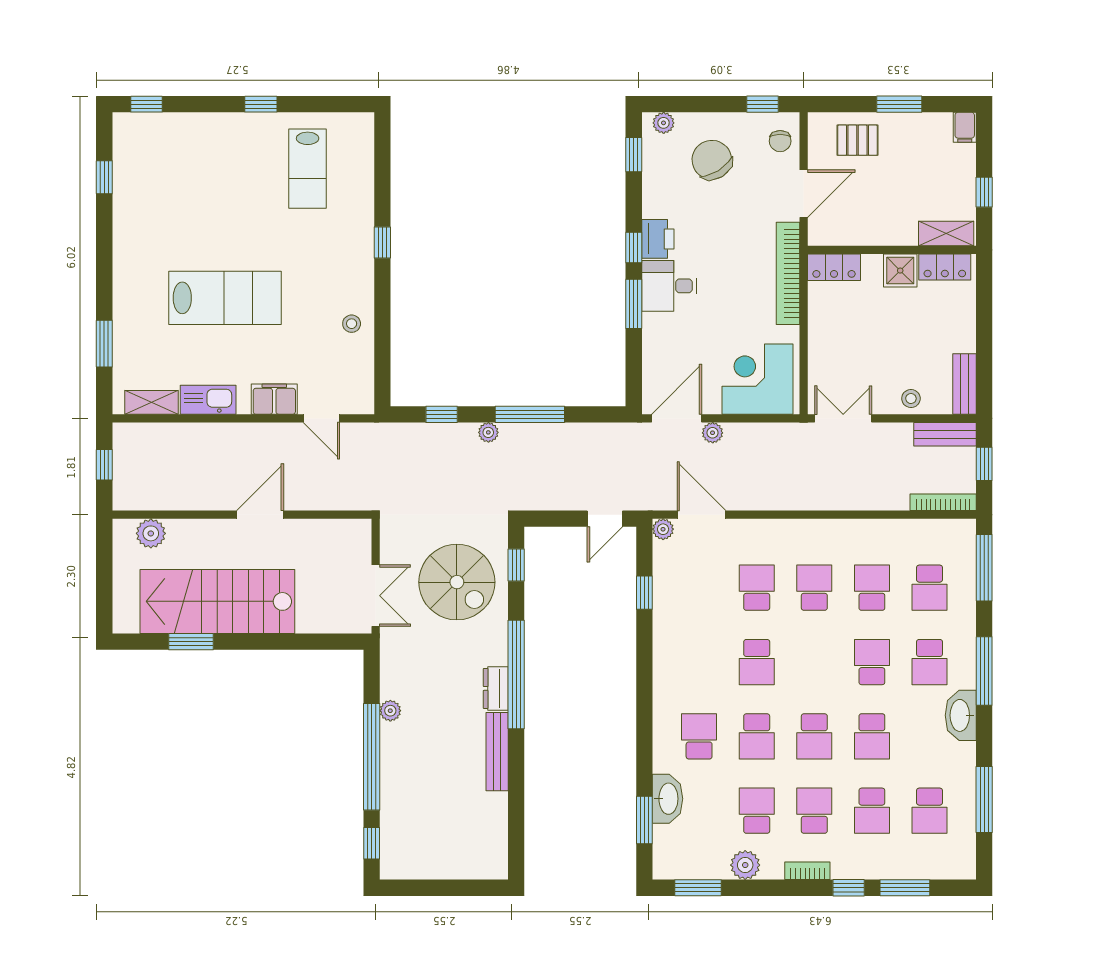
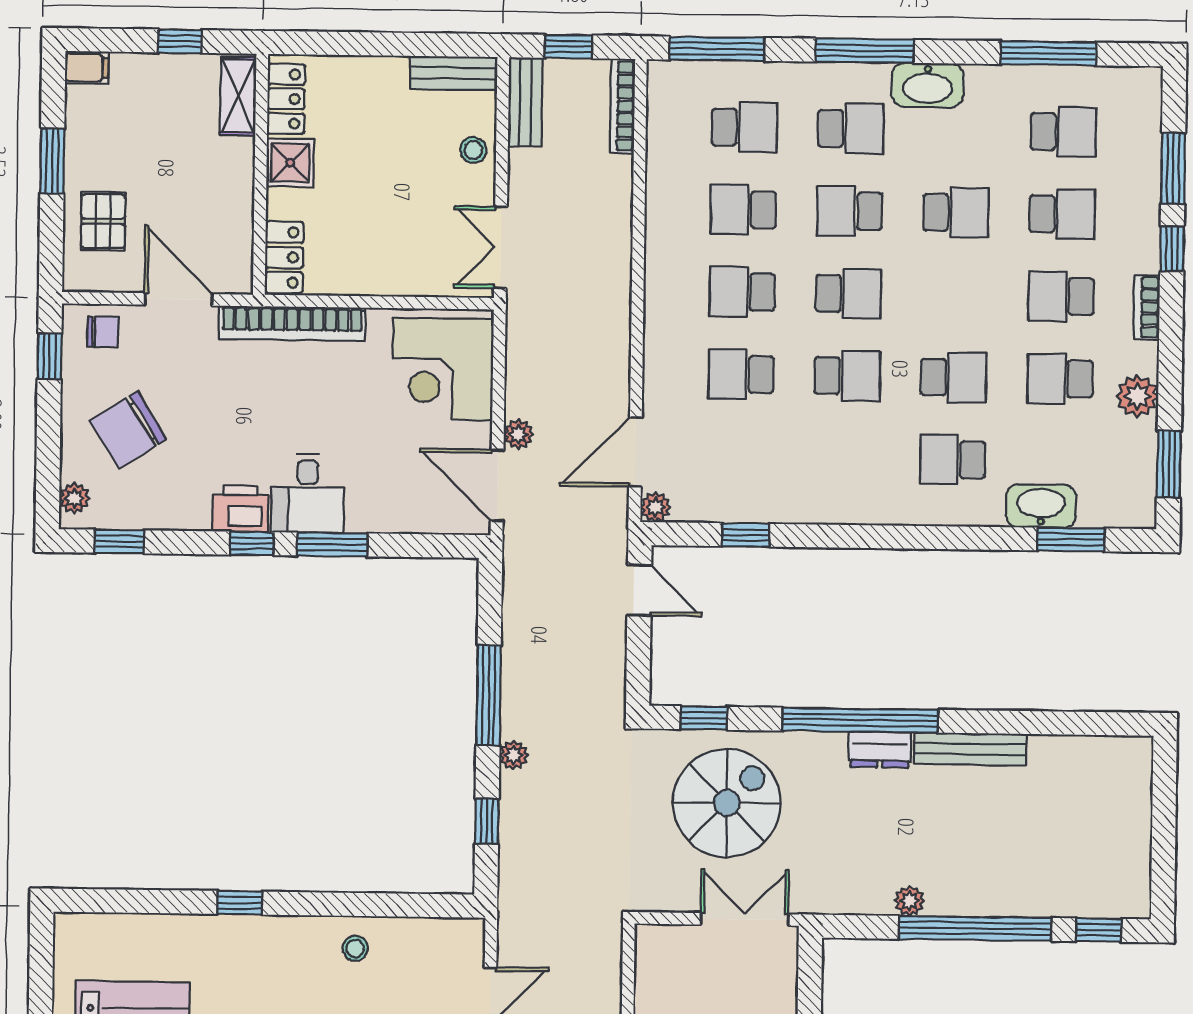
school desk: (814, 736) -> (848, 293), moved

